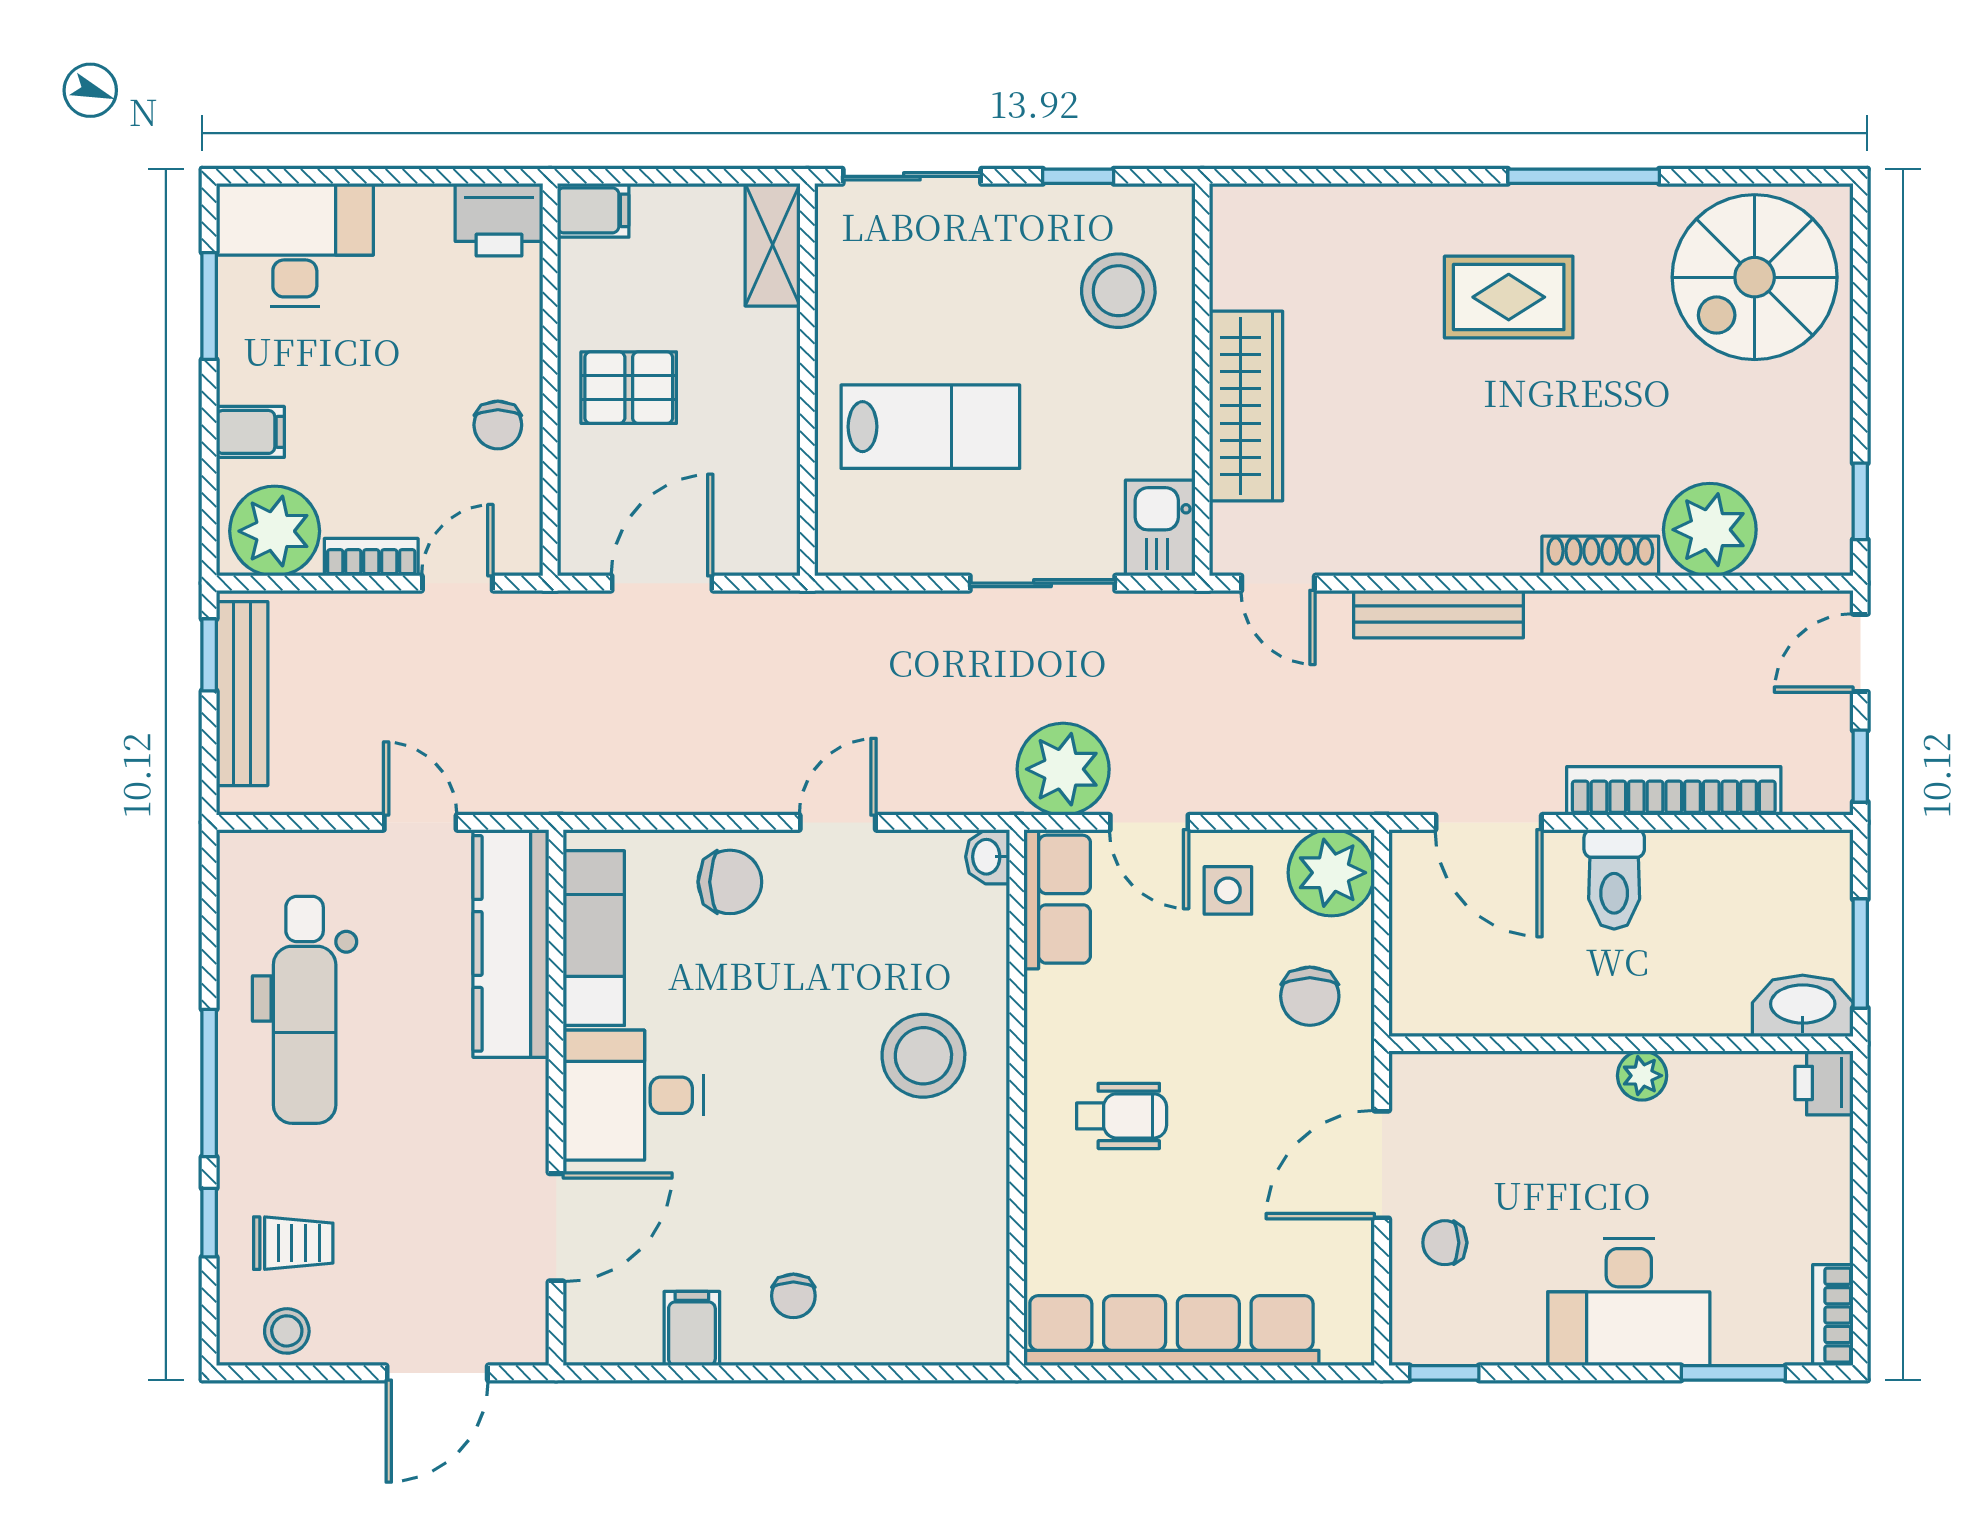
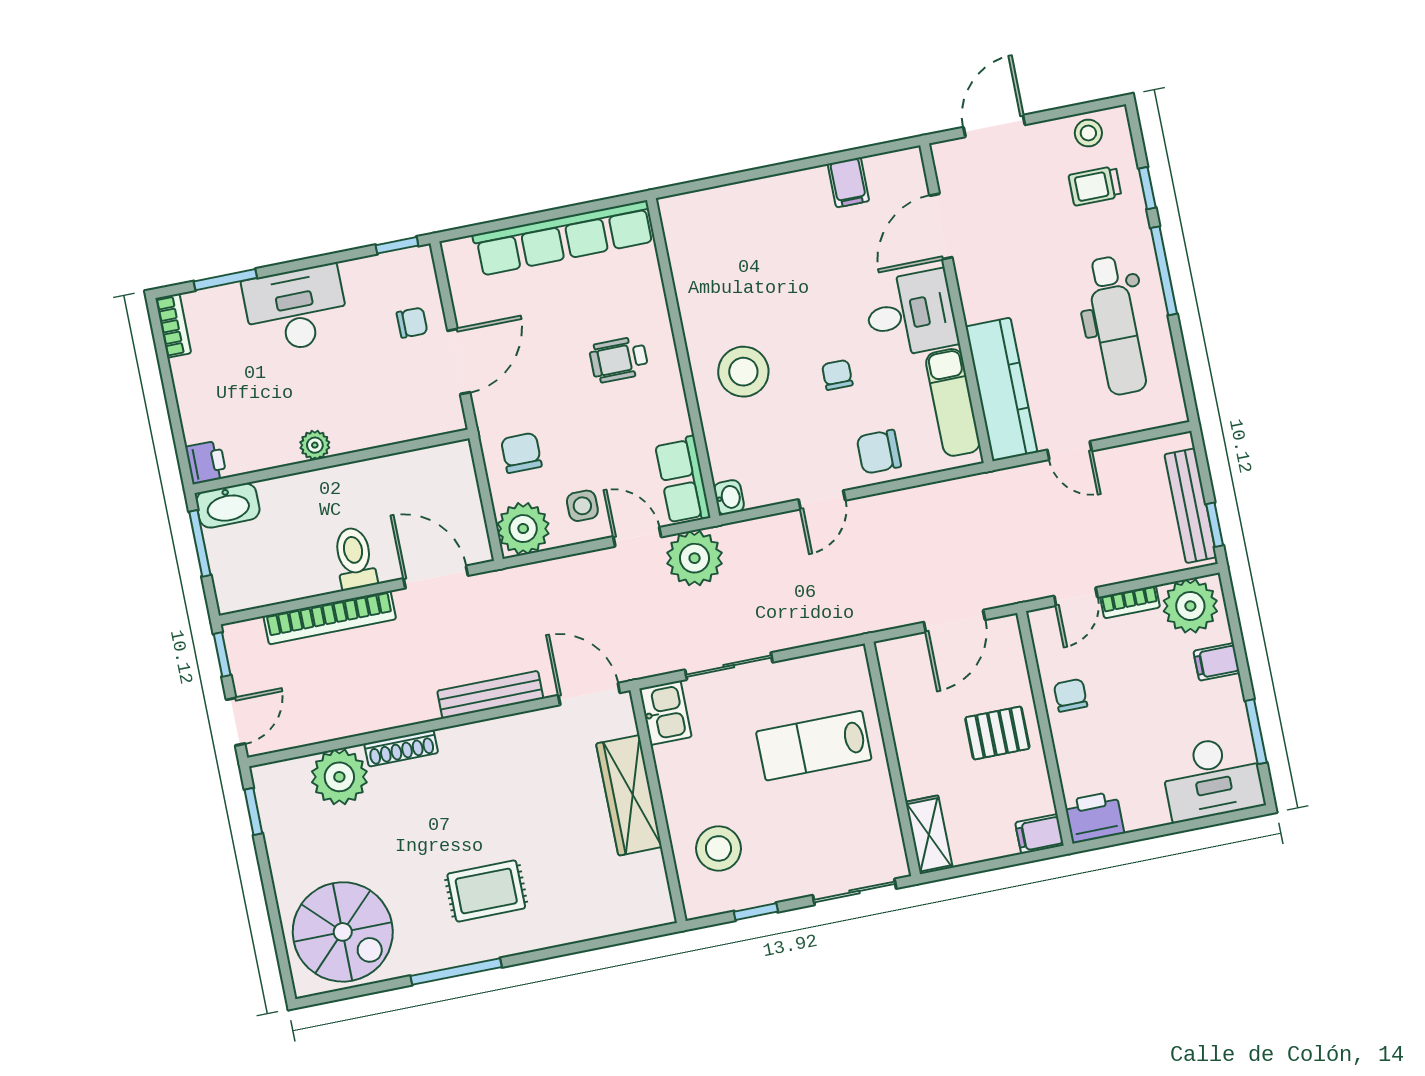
spiral stairs: (1755, 277) -> (343, 932), turned 90
door: (1278, 583) -> (589, 694), width x1.38
dental chair: (305, 1010) -> (1116, 326), turned 180
chair: (793, 1296) -> (837, 375), moved

